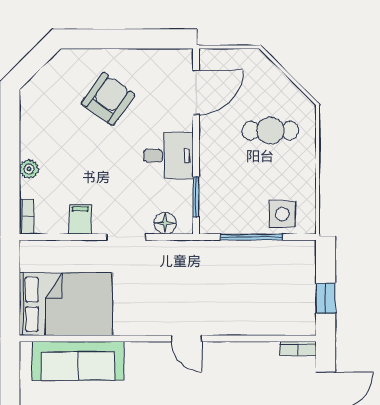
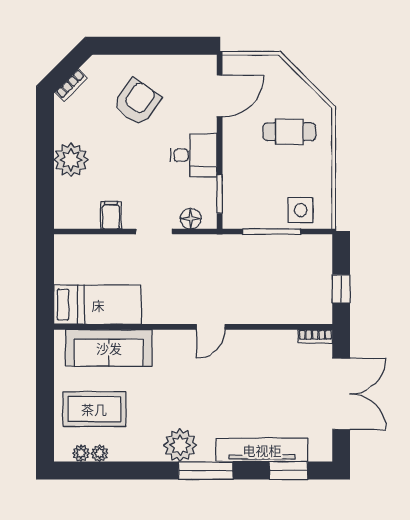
plant: (29, 169) -> (71, 160), width x1.87, depth x1.87
bookcase: (26, 217) -> (71, 85), moved, turned 45
bed: (66, 304) -> (98, 305), width x0.67
door: (187, 339) -> (211, 327), hinge flipped

